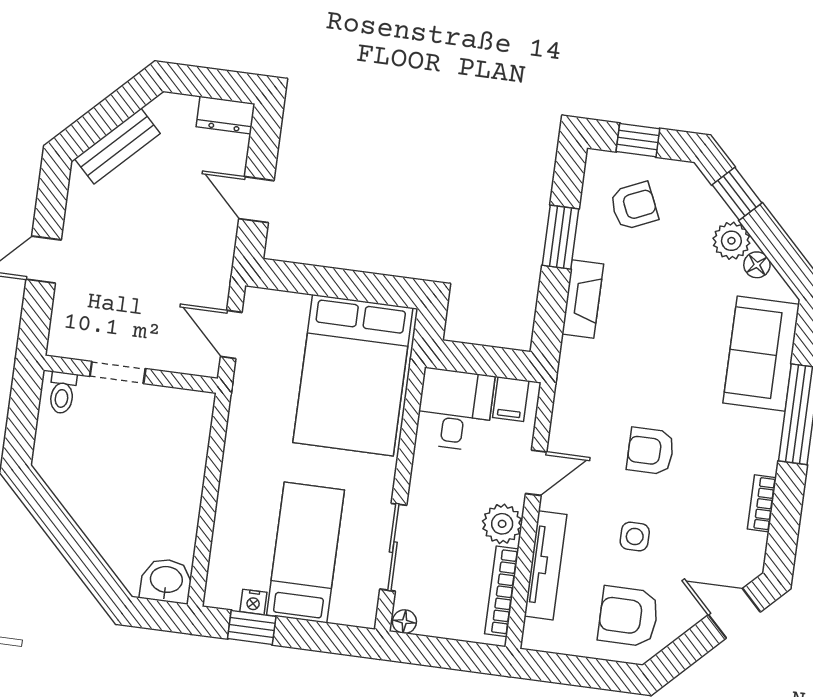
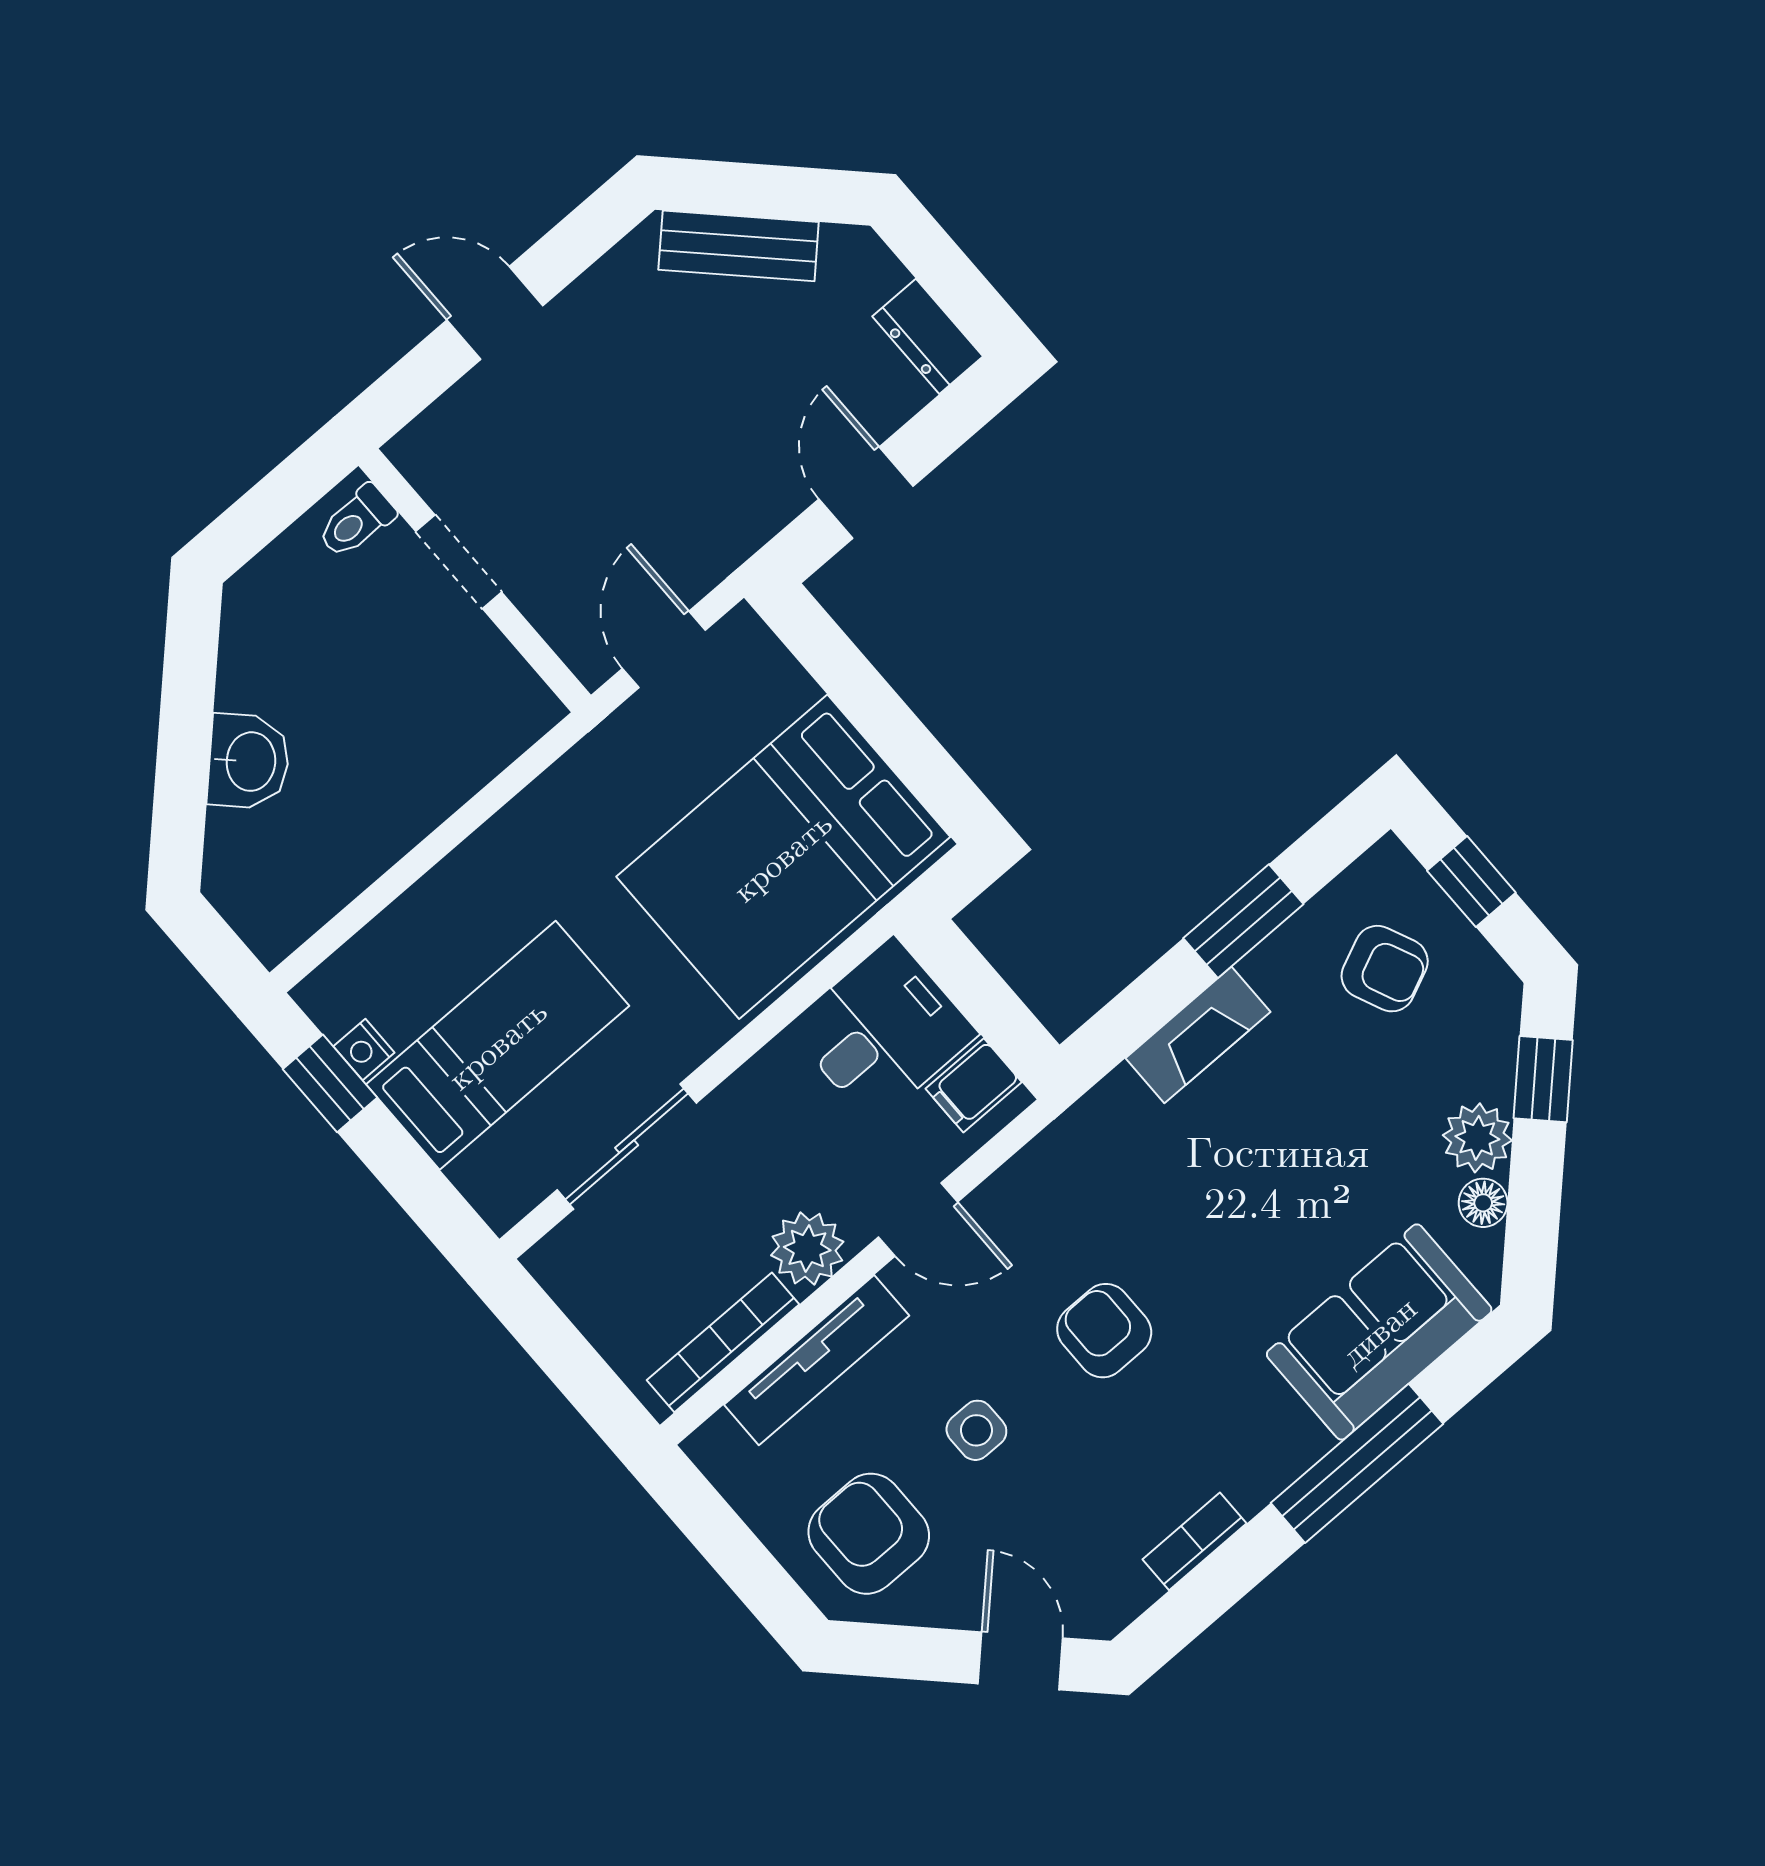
washbasin: (166, 581) -> (249, 761), moved, turned 45
floor lamp: (404, 622) -> (550, 1264), removed

